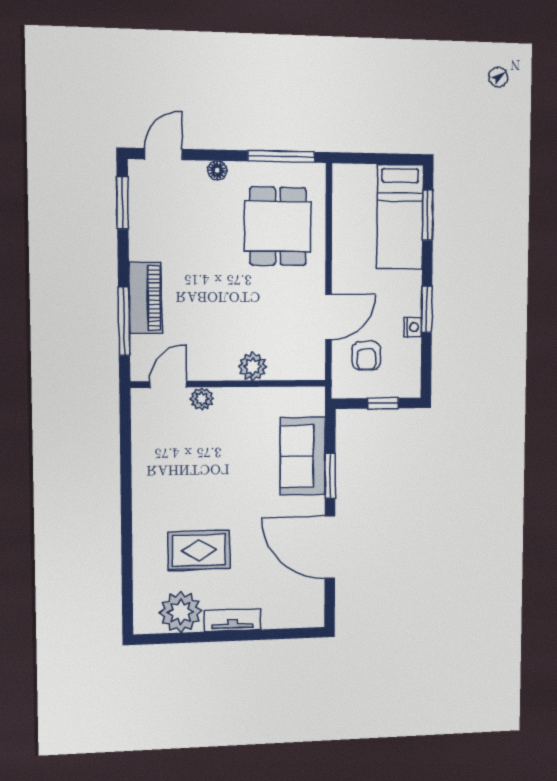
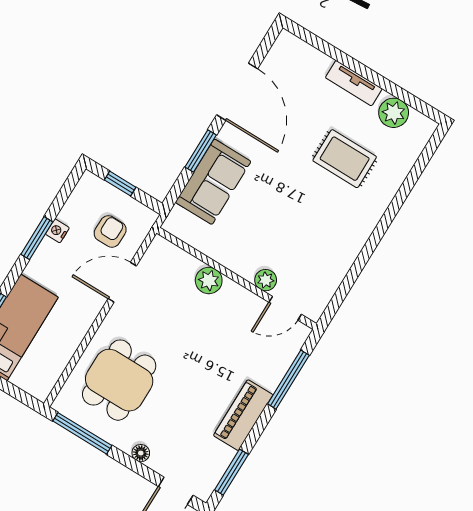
piano: (145, 298) -> (243, 415), moved
plant: (181, 612) -> (394, 113), width x0.73, depth x0.73

